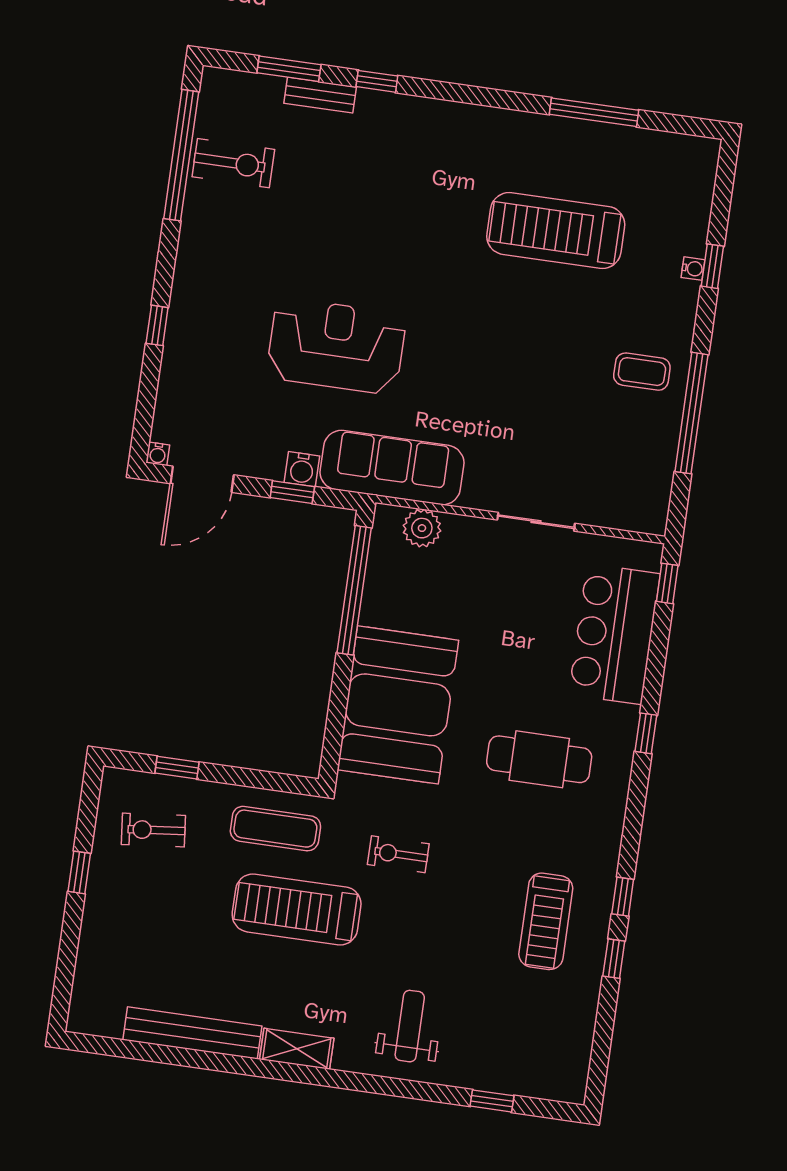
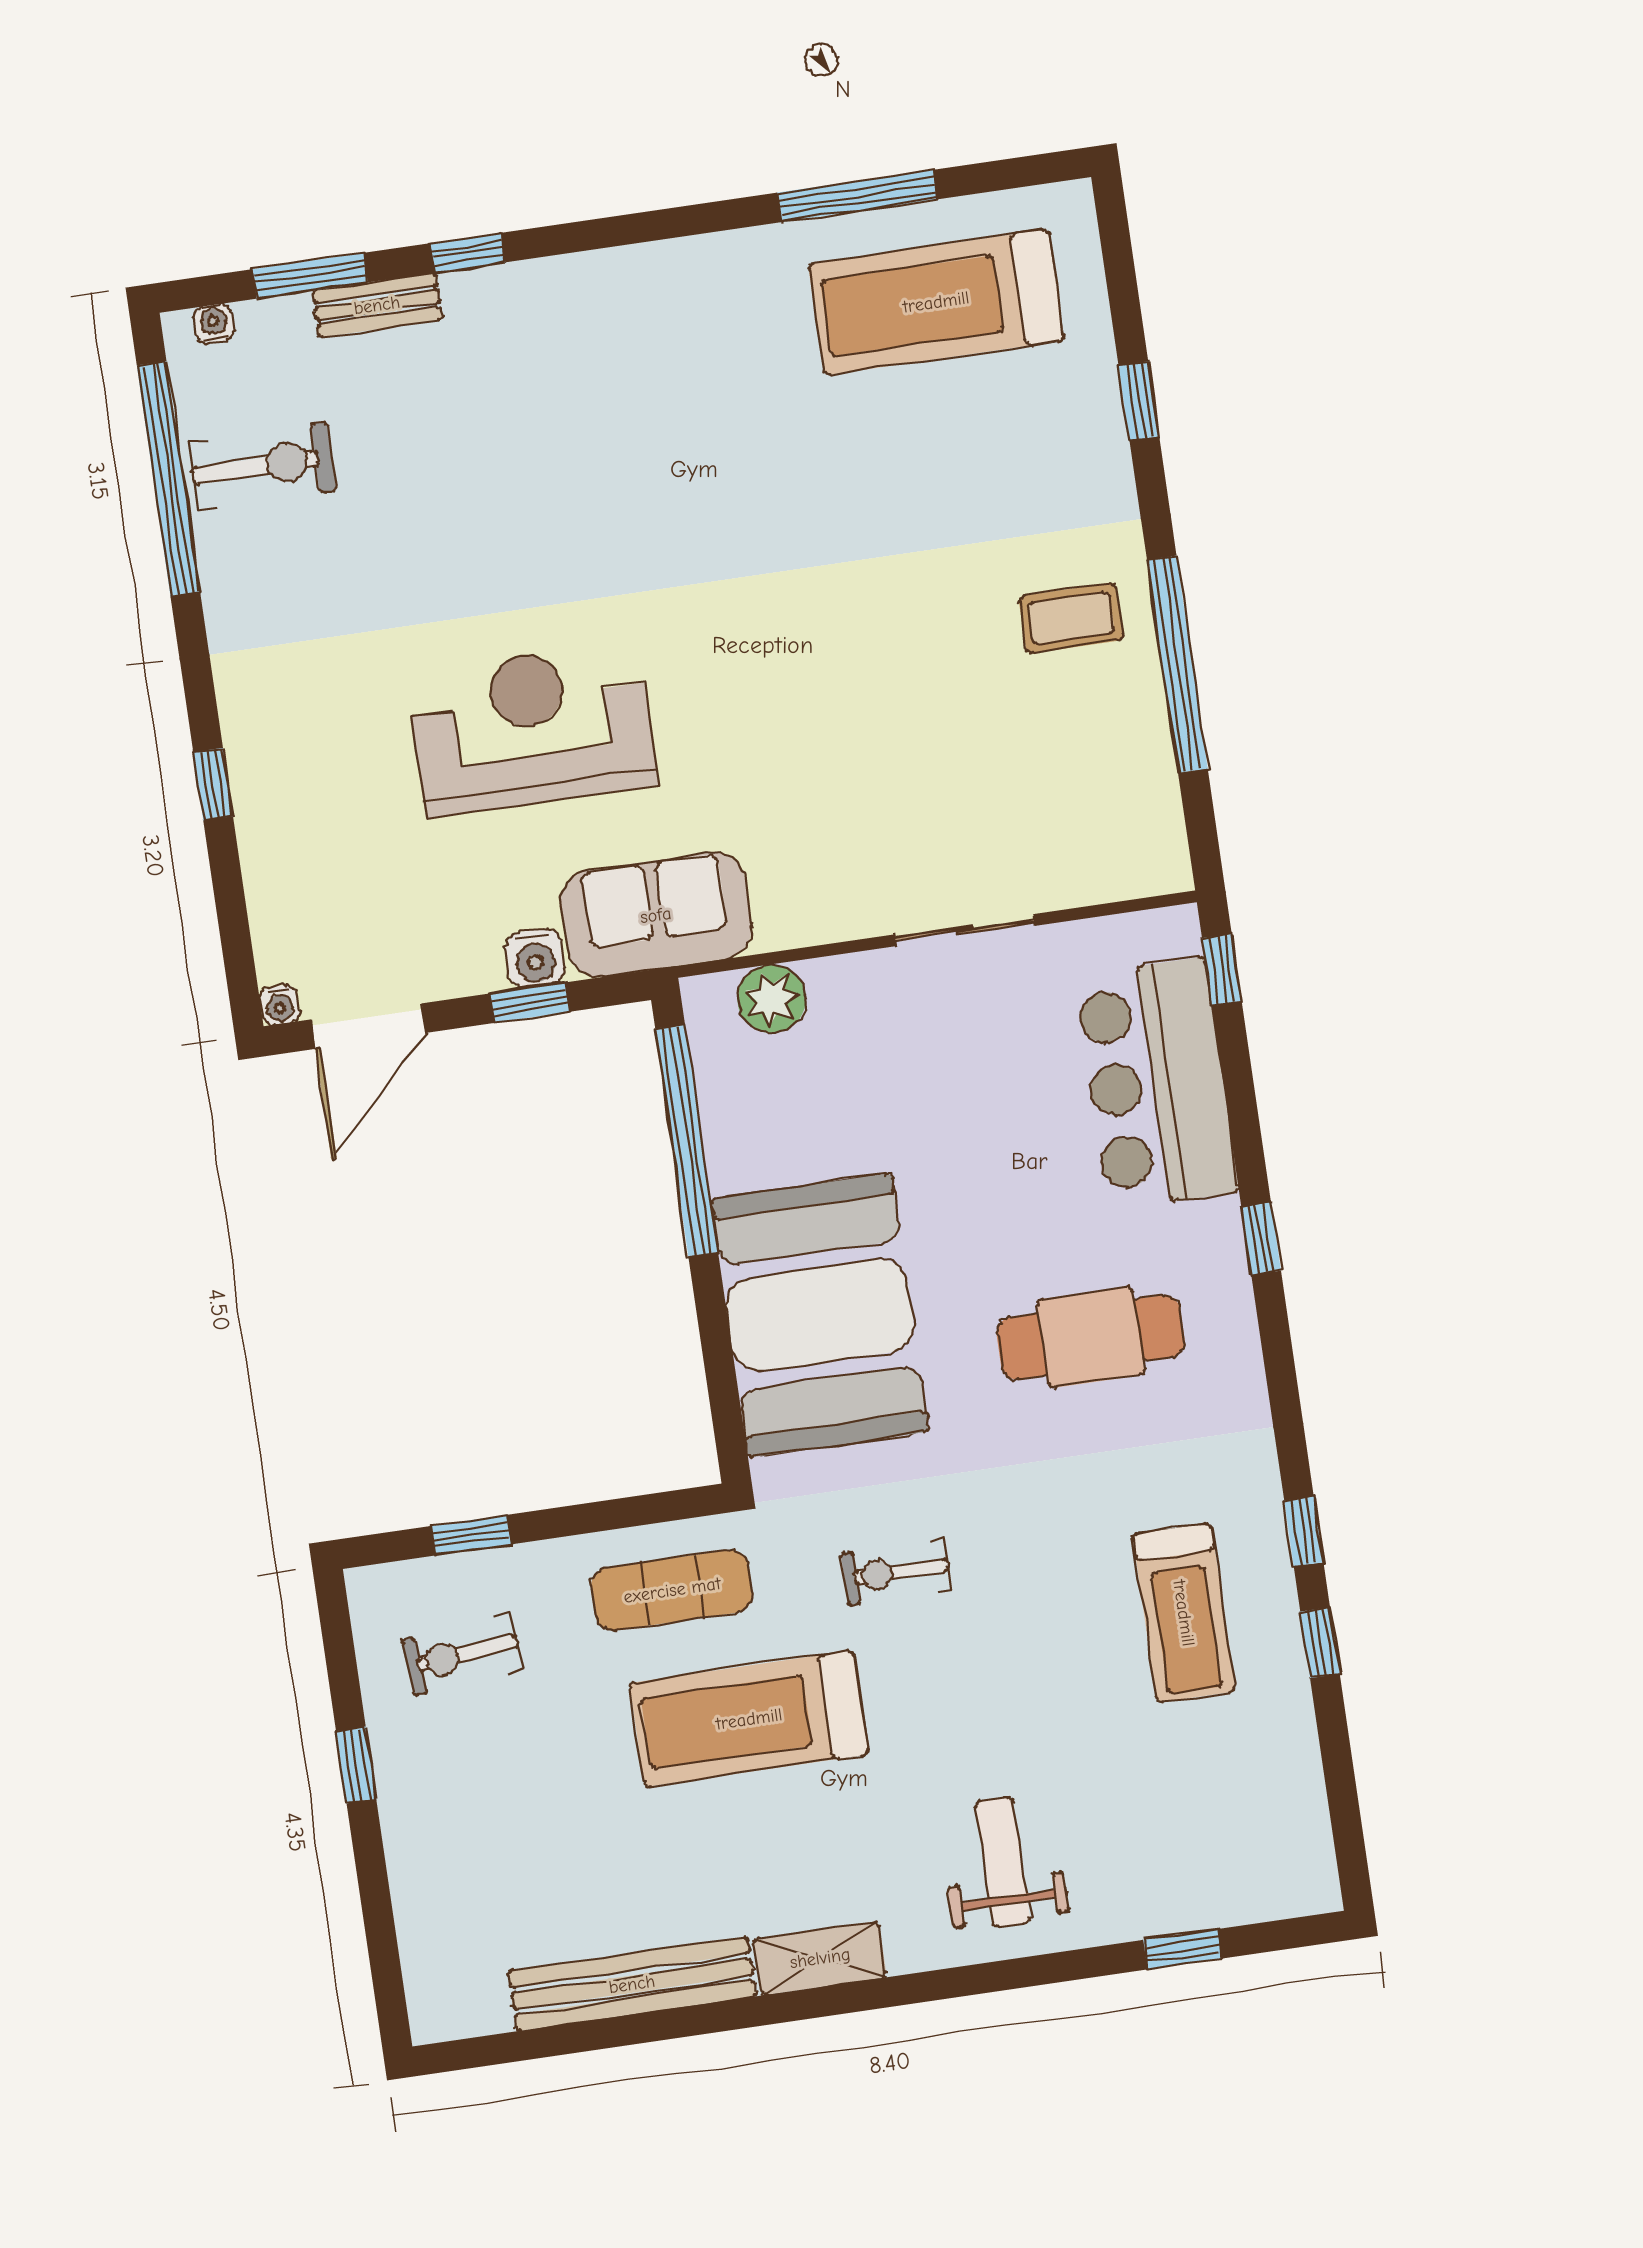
treadmill: (556, 230) -> (936, 302), moved
water cooler: (693, 269) -> (214, 324), moved, turned -90
sofa: (392, 468) -> (656, 915), width x0.73

